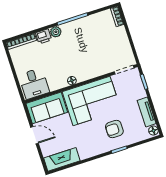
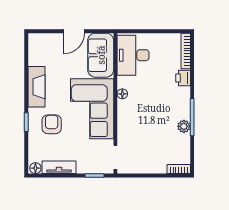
plant: (56, 32) -> (184, 126), moved
desk: (34, 84) -> (133, 55), width x1.37
fireplace: (62, 159) -> (36, 87), moved

